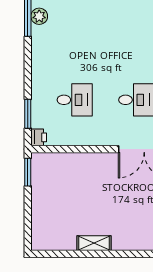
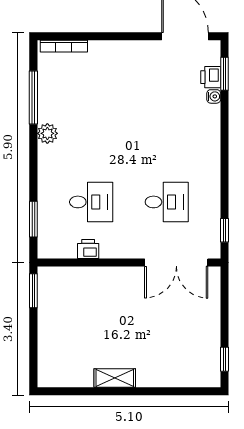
plant: (39, 16) -> (47, 133), moved
printer: (39, 137) -> (88, 249), moved, turned -90

